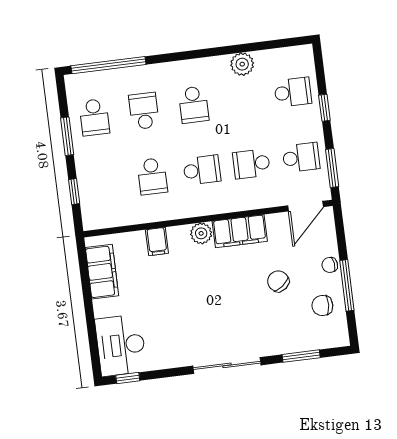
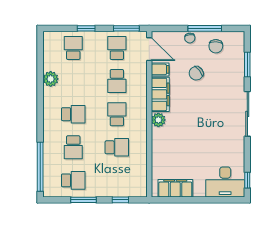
school desk: (144, 111) -> (73, 147), turned -90
filing cabinet: (157, 241) -> (160, 69), moved

